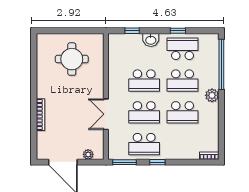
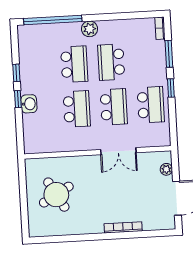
window: (132, 31) -> (18, 99), moved
school desk: (182, 49) -> (37, 66), removed
round table: (72, 59) -> (56, 195), turned -30
school desk: (182, 112) -> (111, 62), turned 180
window: (125, 162) -> (169, 54), moved

